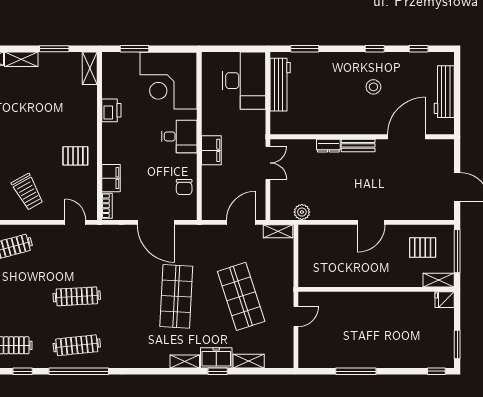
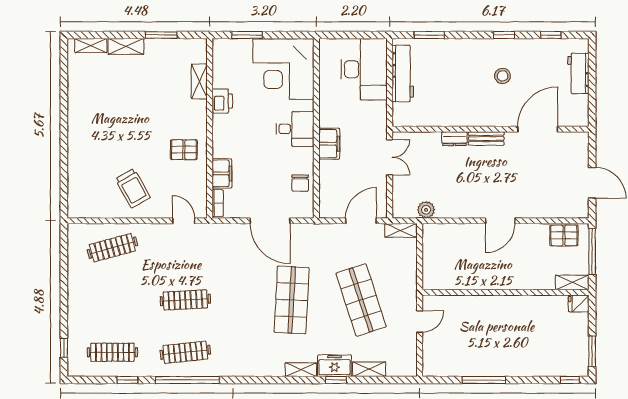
shelving: (90, 68) -> (199, 81), moved
workbench: (444, 92) -> (578, 73), width x0.73
pallet: (423, 248) -> (564, 235), moved

